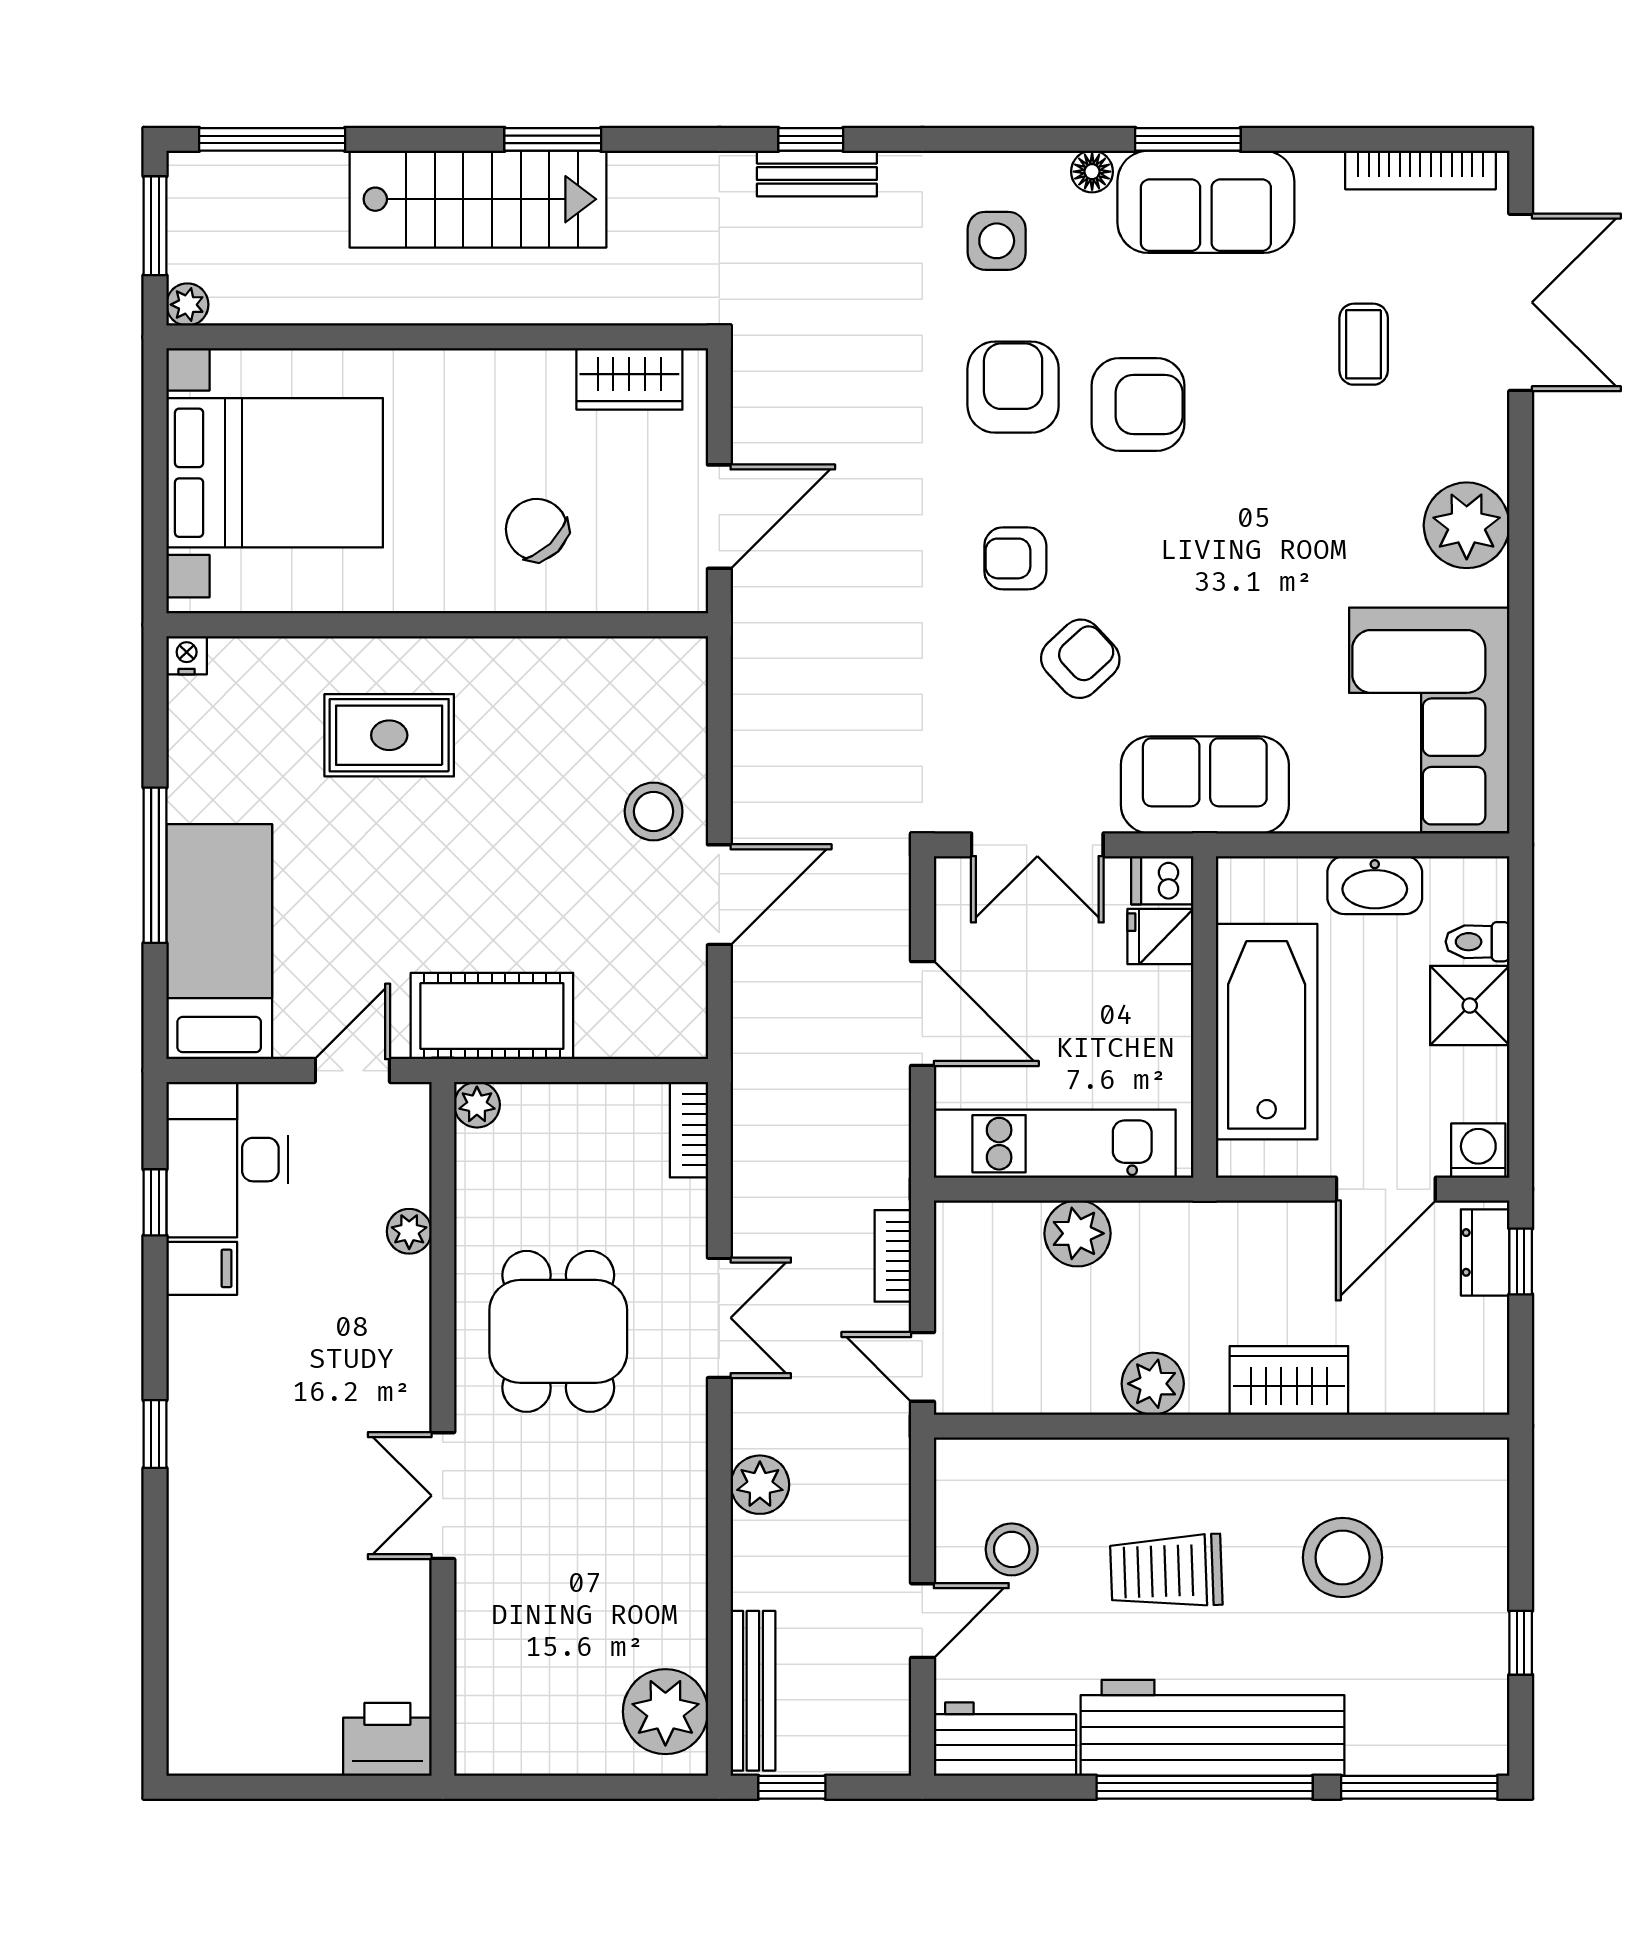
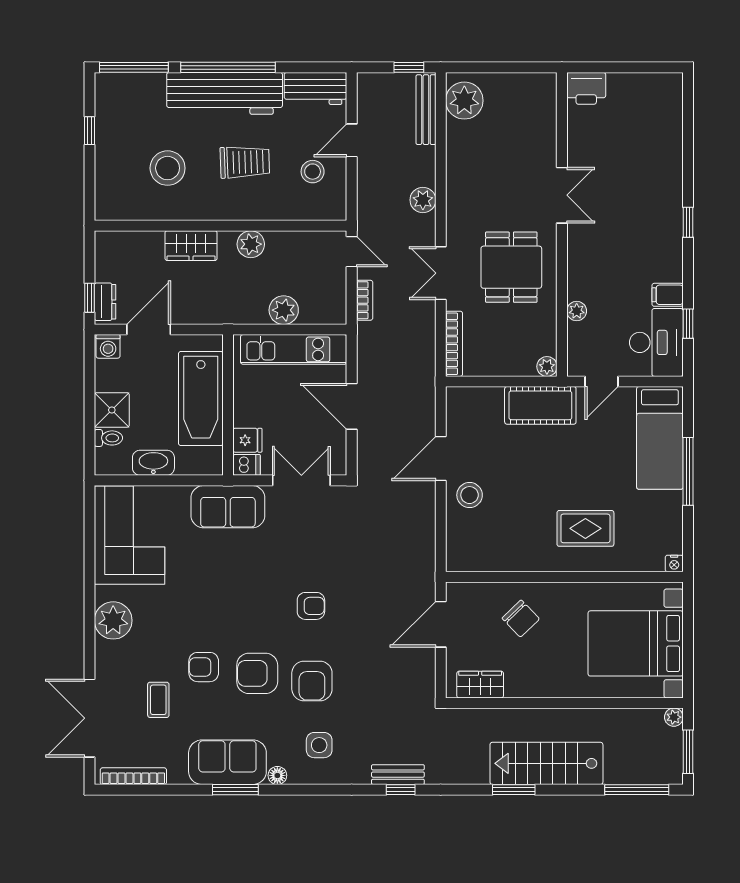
armchair: (1080, 659) -> (204, 667), moved, turned 43
bookcase: (689, 1130) -> (454, 344), width x1.56

